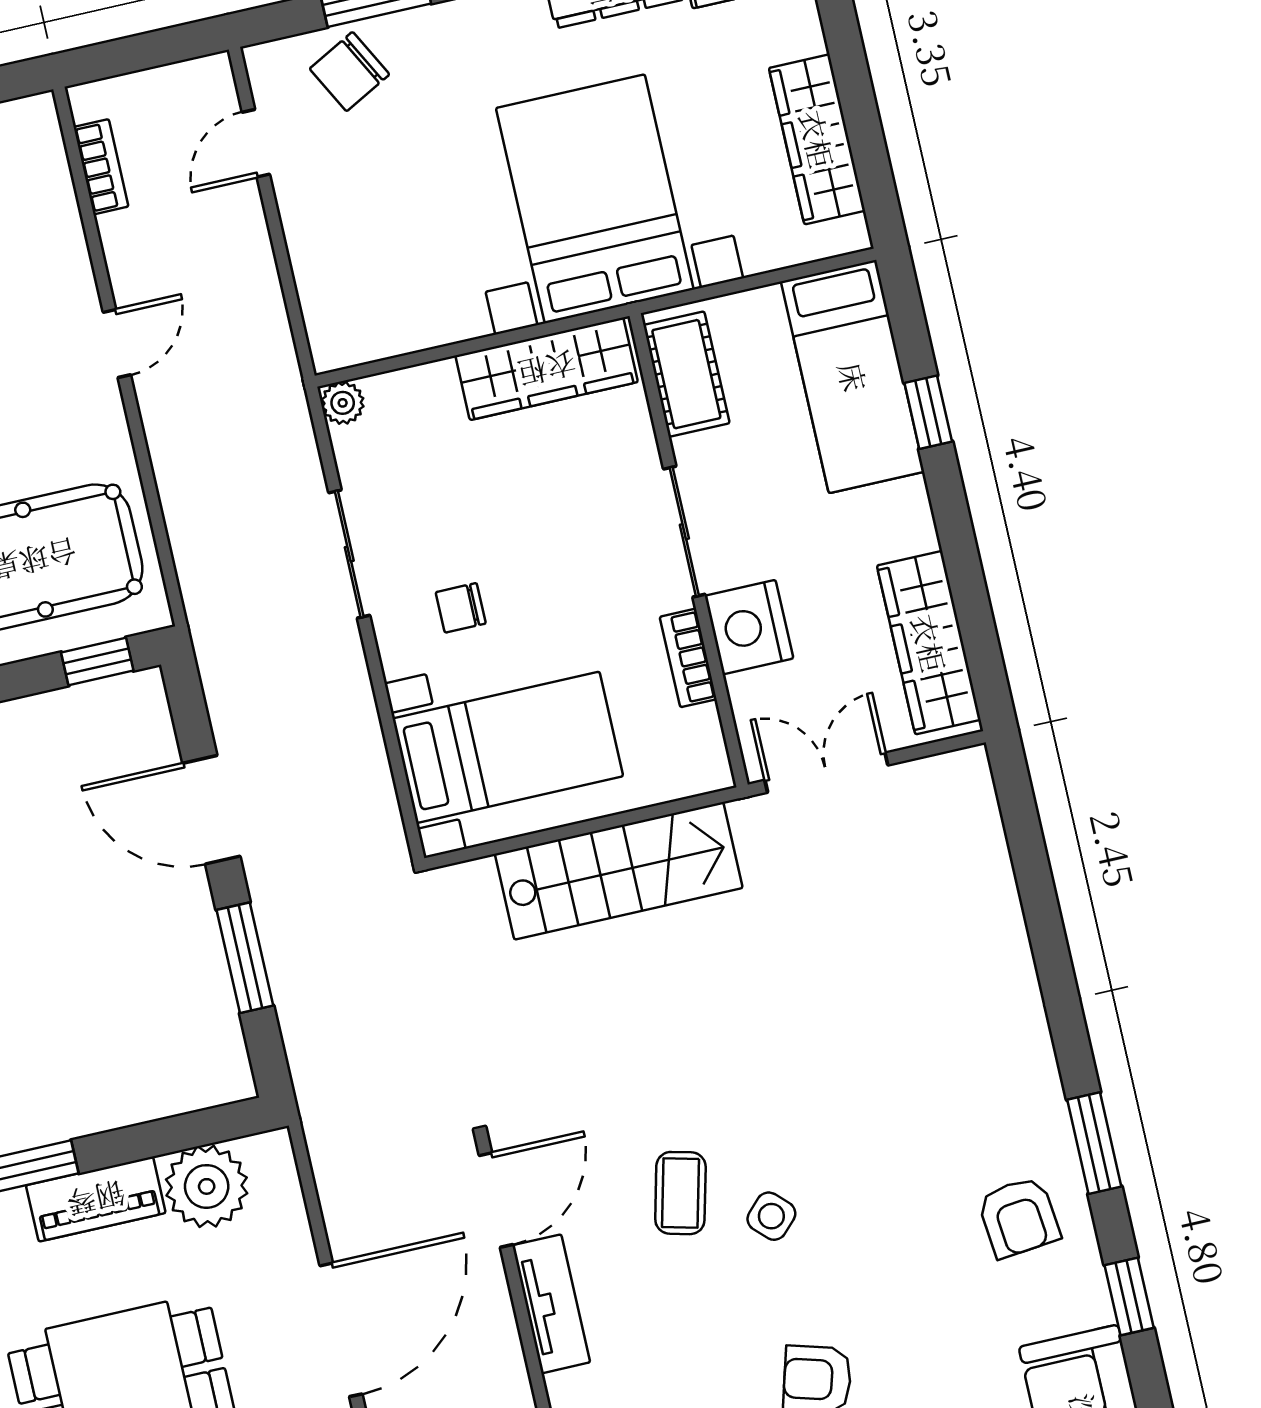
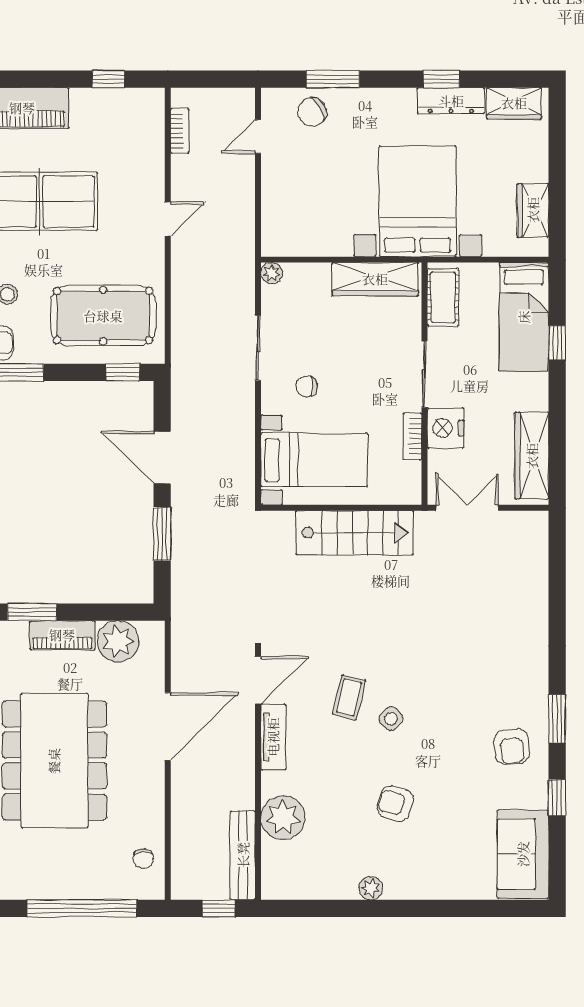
wardrobe: (817, 139) -> (533, 210), width x0.67

